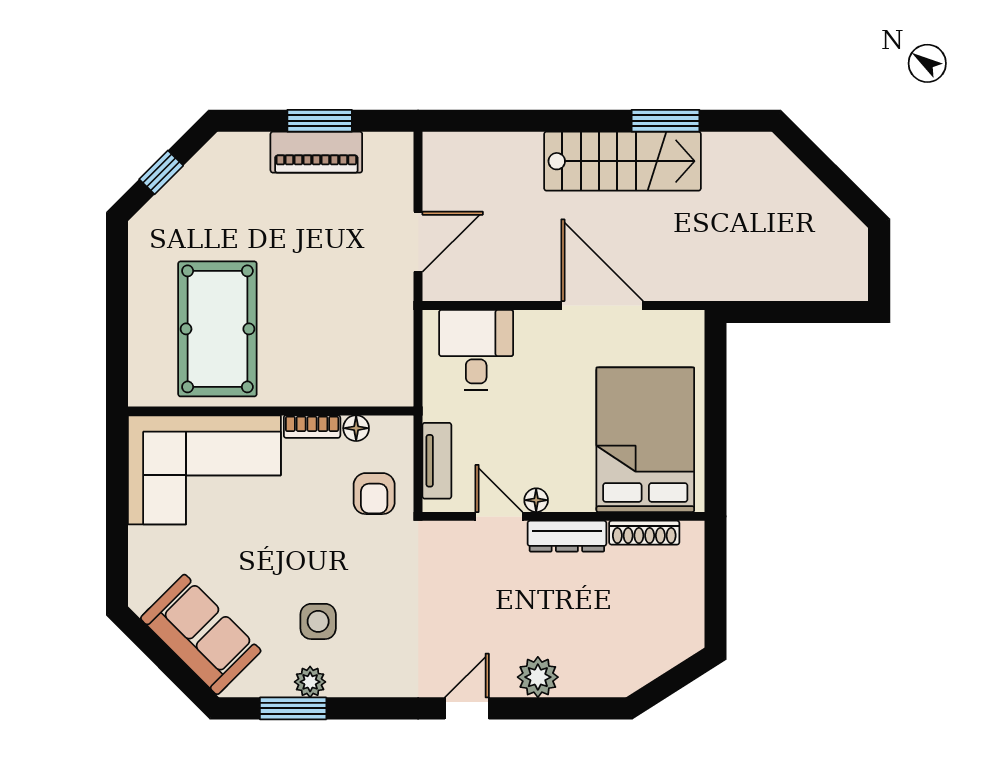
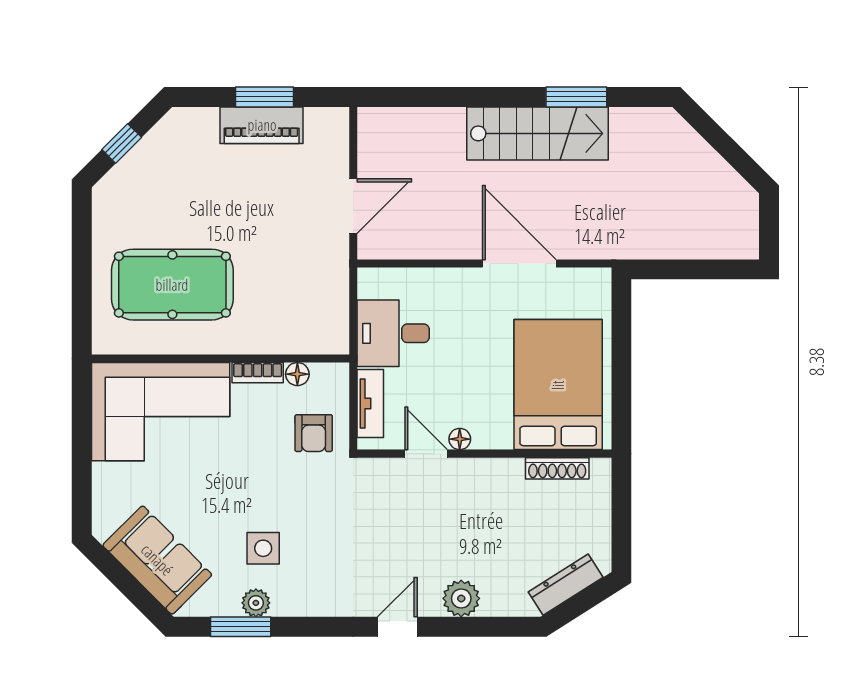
pool table: (217, 329) -> (172, 285), turned 90
desk: (476, 350) -> (393, 333), moved, turned -90
dresser: (567, 536) -> (566, 585), moved, turned 148

